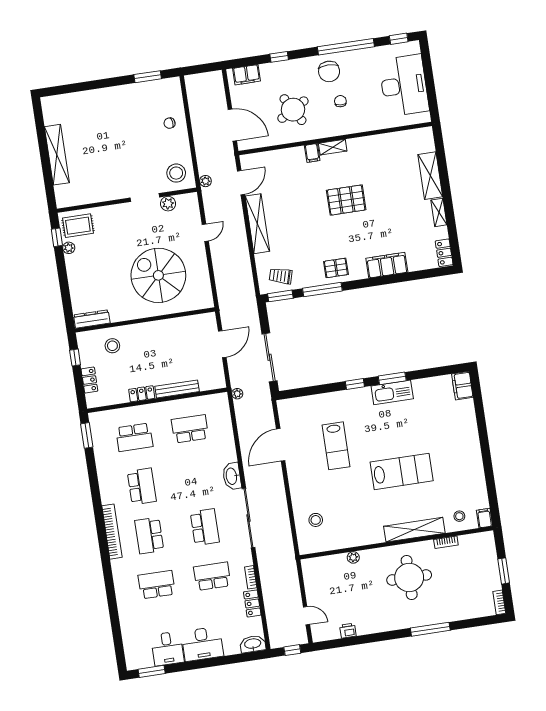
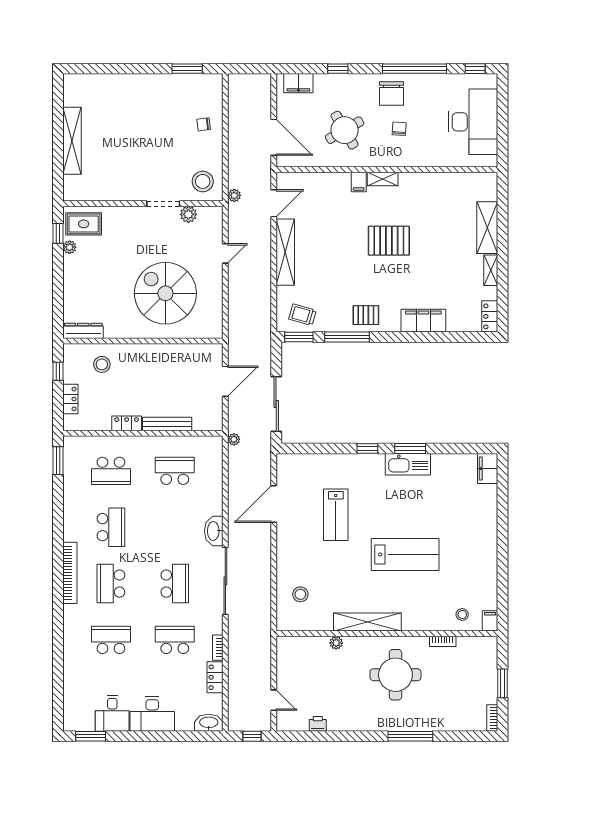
shelving: (414, 530) -> (367, 622), moved

